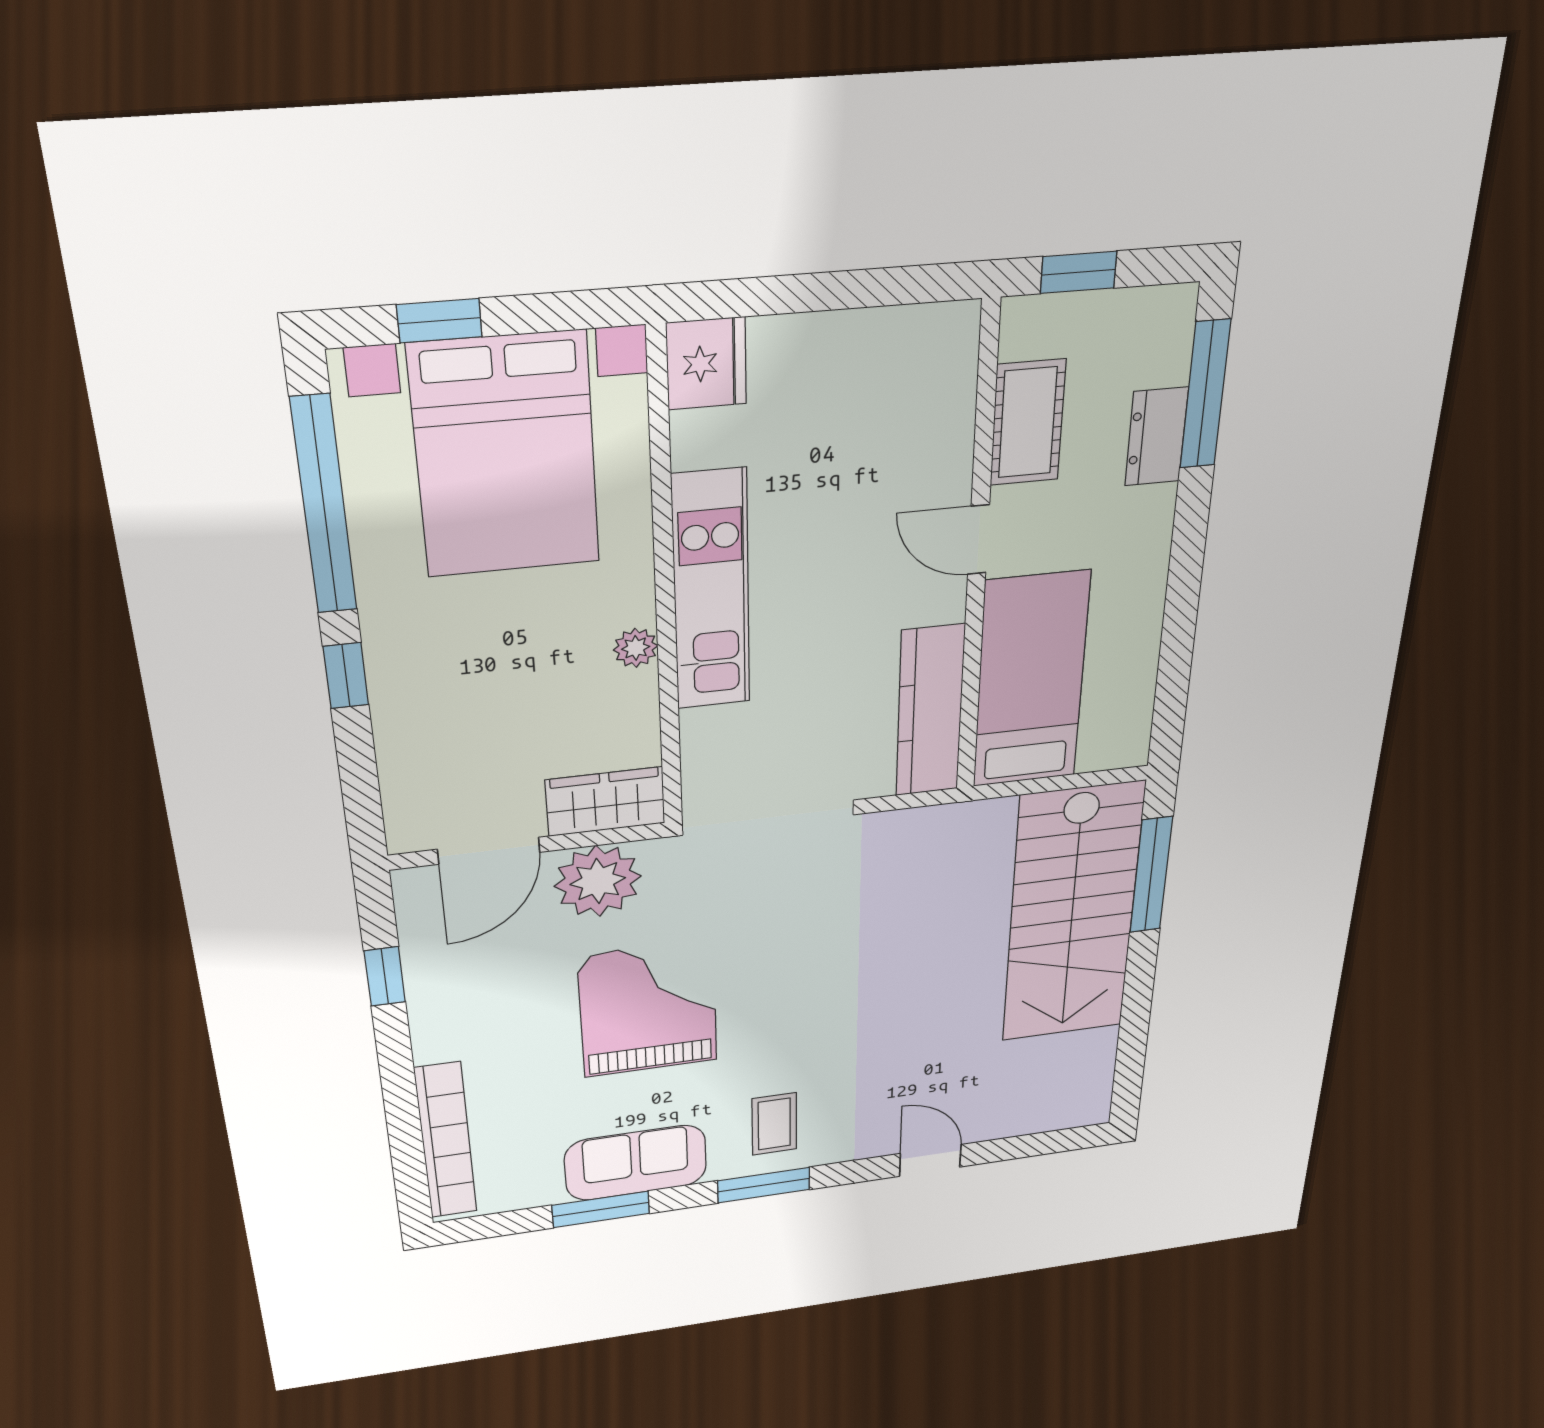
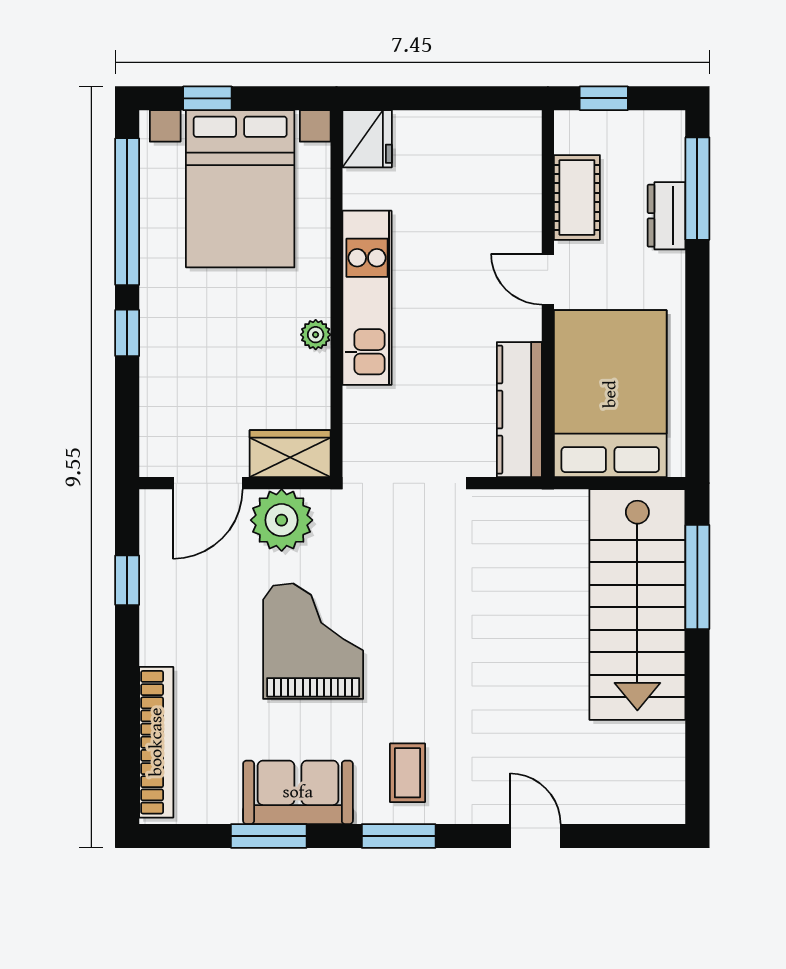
bed: (1031, 680) -> (610, 394), width x1.50

